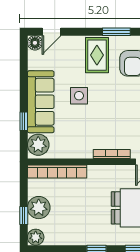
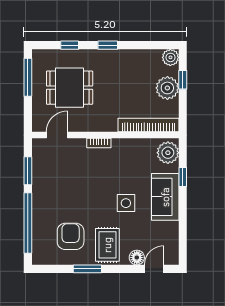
floor lamp: (35, 43) -> (137, 258), moved
sofa: (41, 102) -> (165, 197), width x0.73
bookcase: (112, 154) -> (99, 143), width x0.64

